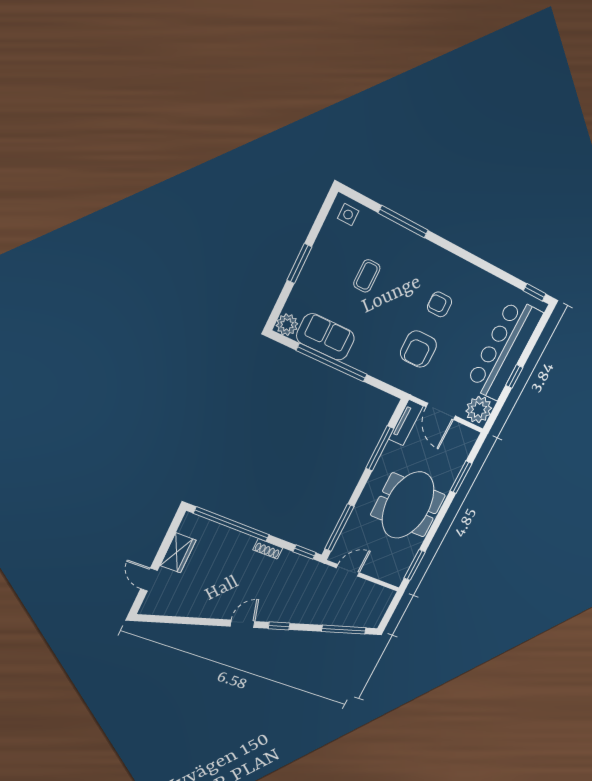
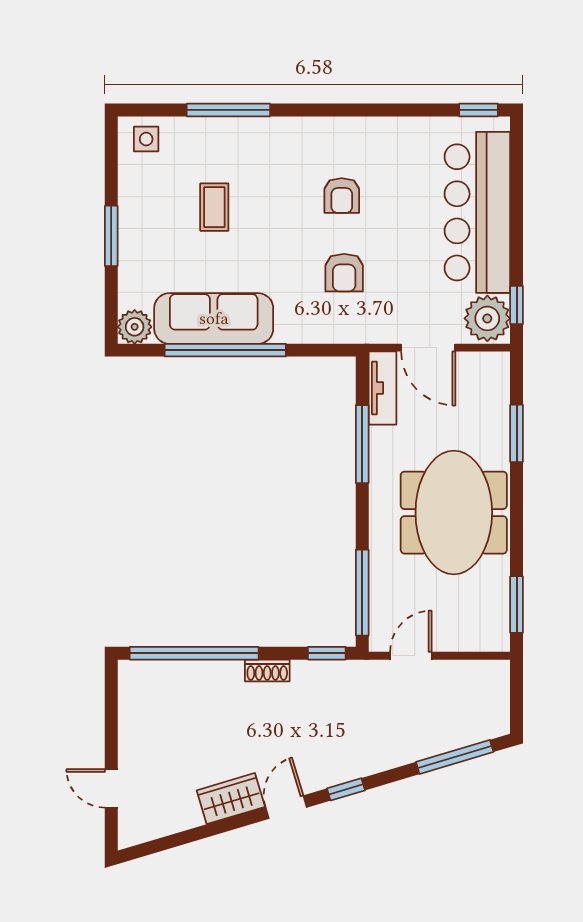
armchair: (439, 304) -> (342, 196), turned -90
sofa: (326, 337) -> (214, 318), width x1.36
armchair: (418, 349) -> (344, 273), width x0.72, depth x0.72
window: (514, 376) -> (517, 305), moved
wardrobe: (178, 553) -> (231, 799), moved, turned -107

